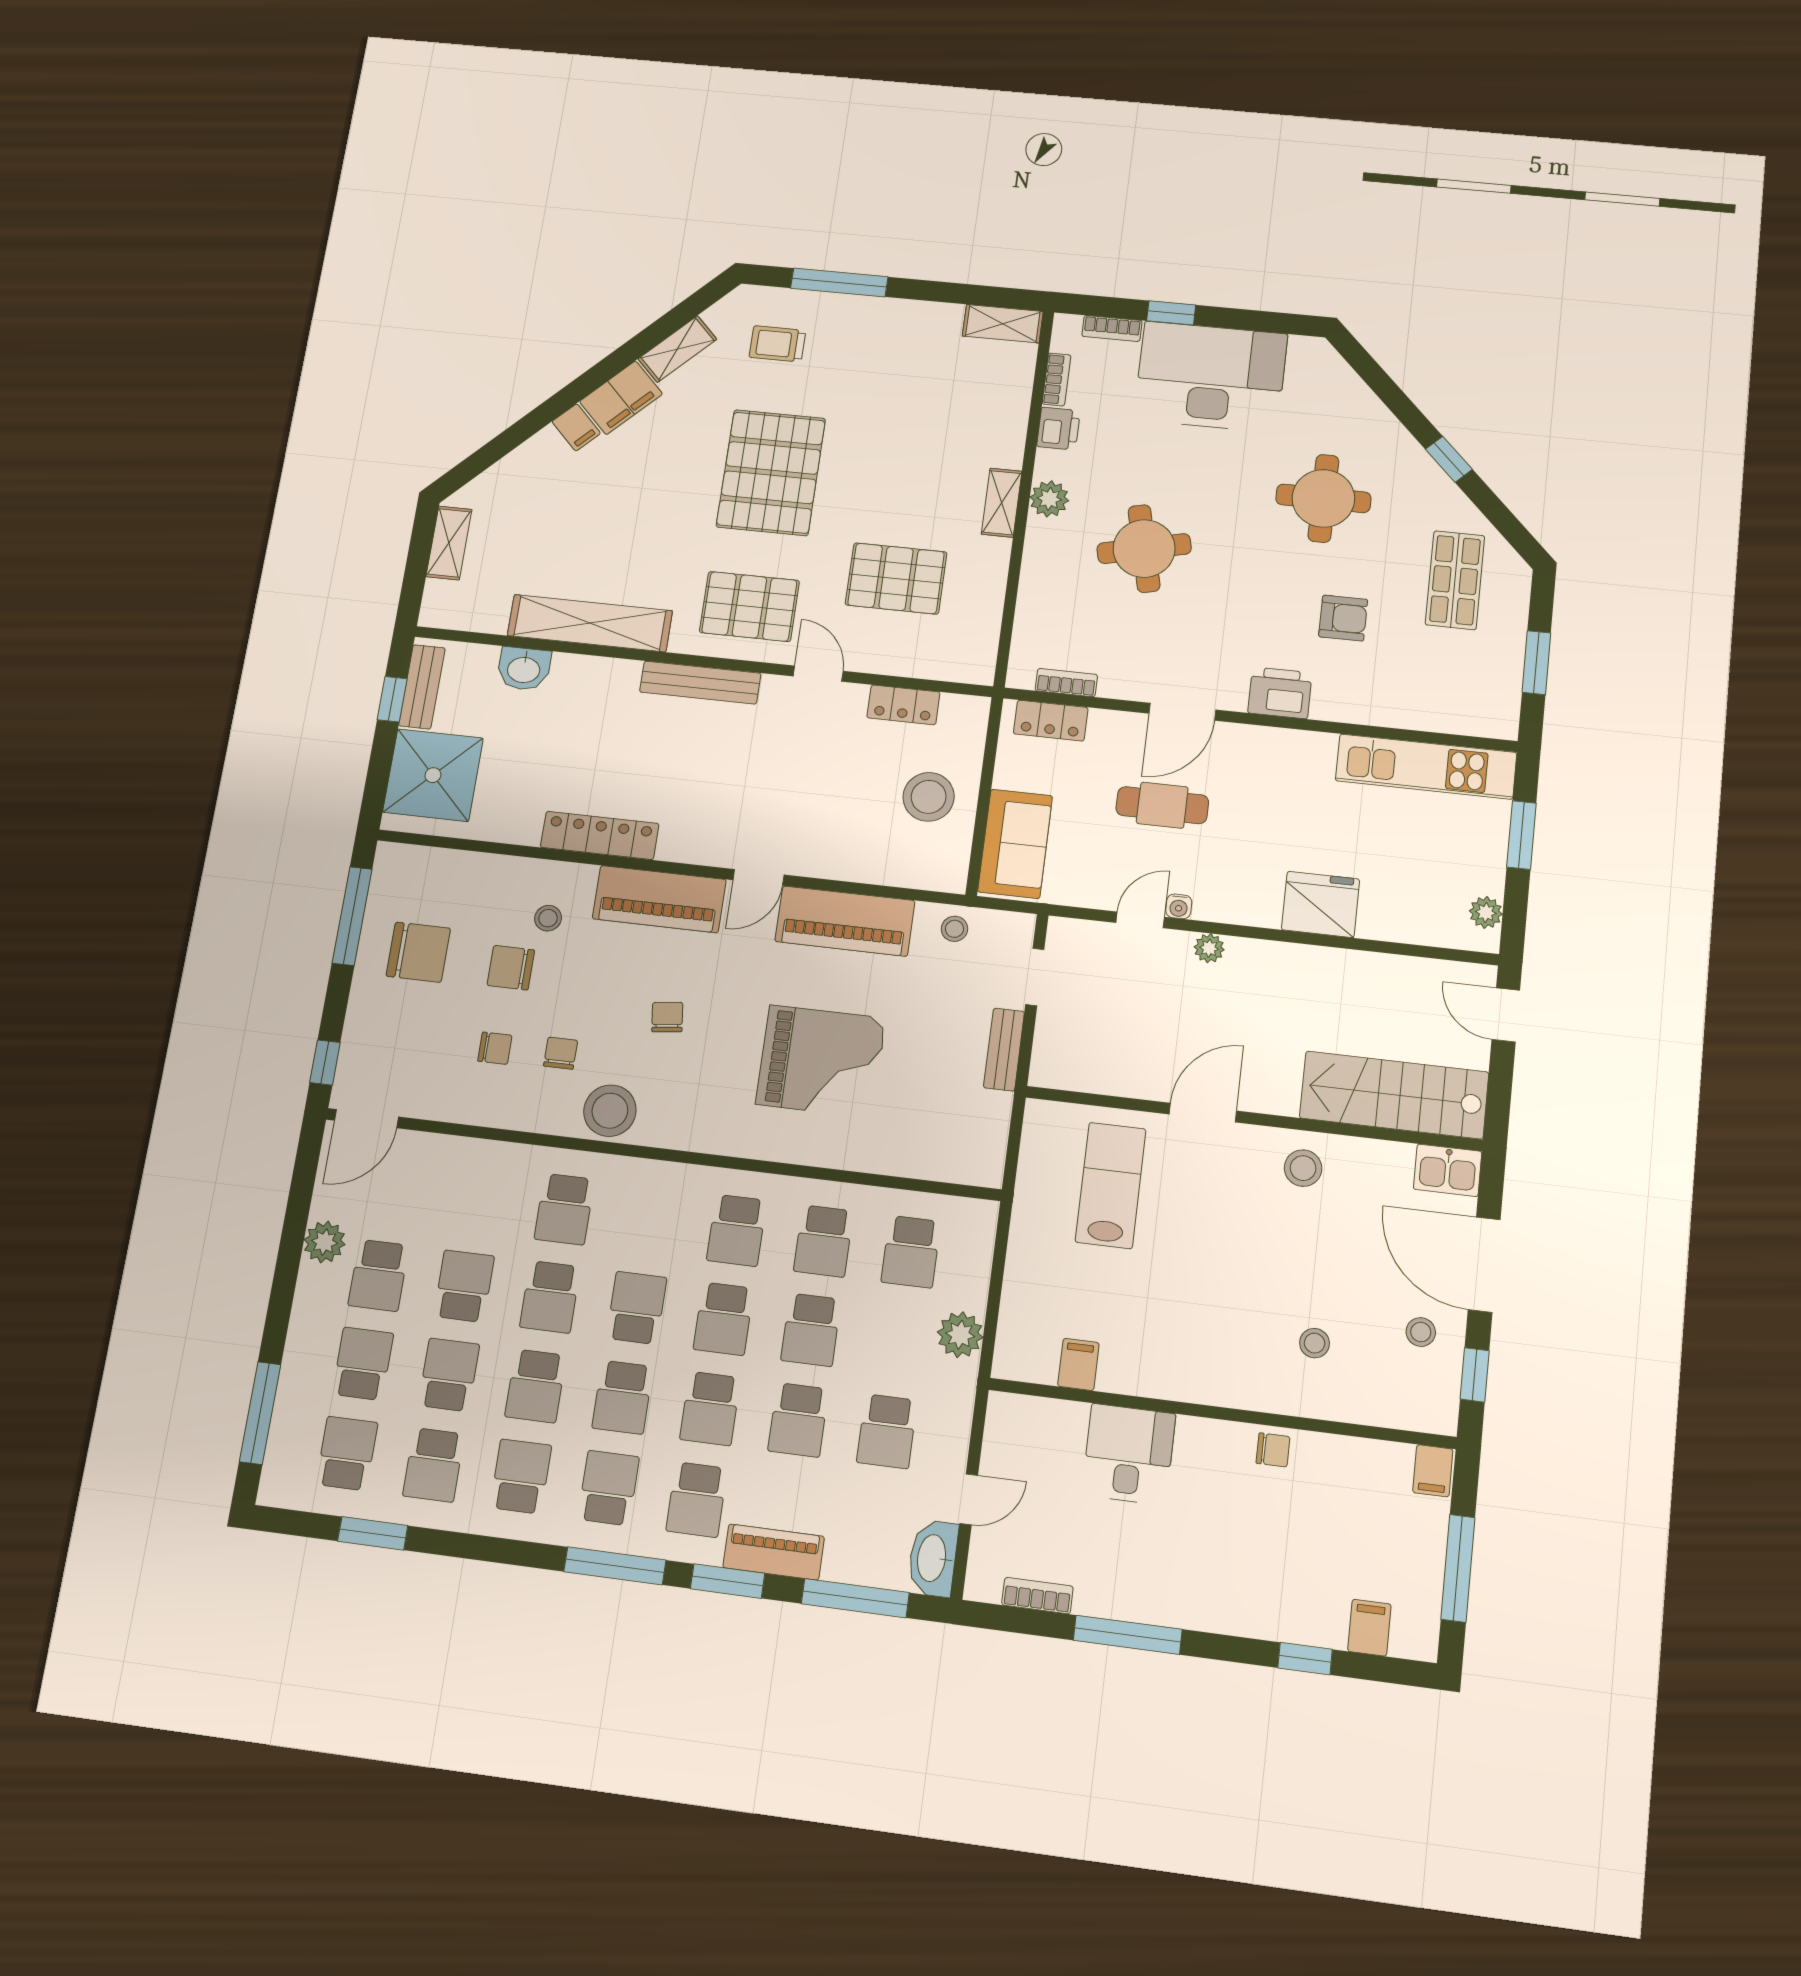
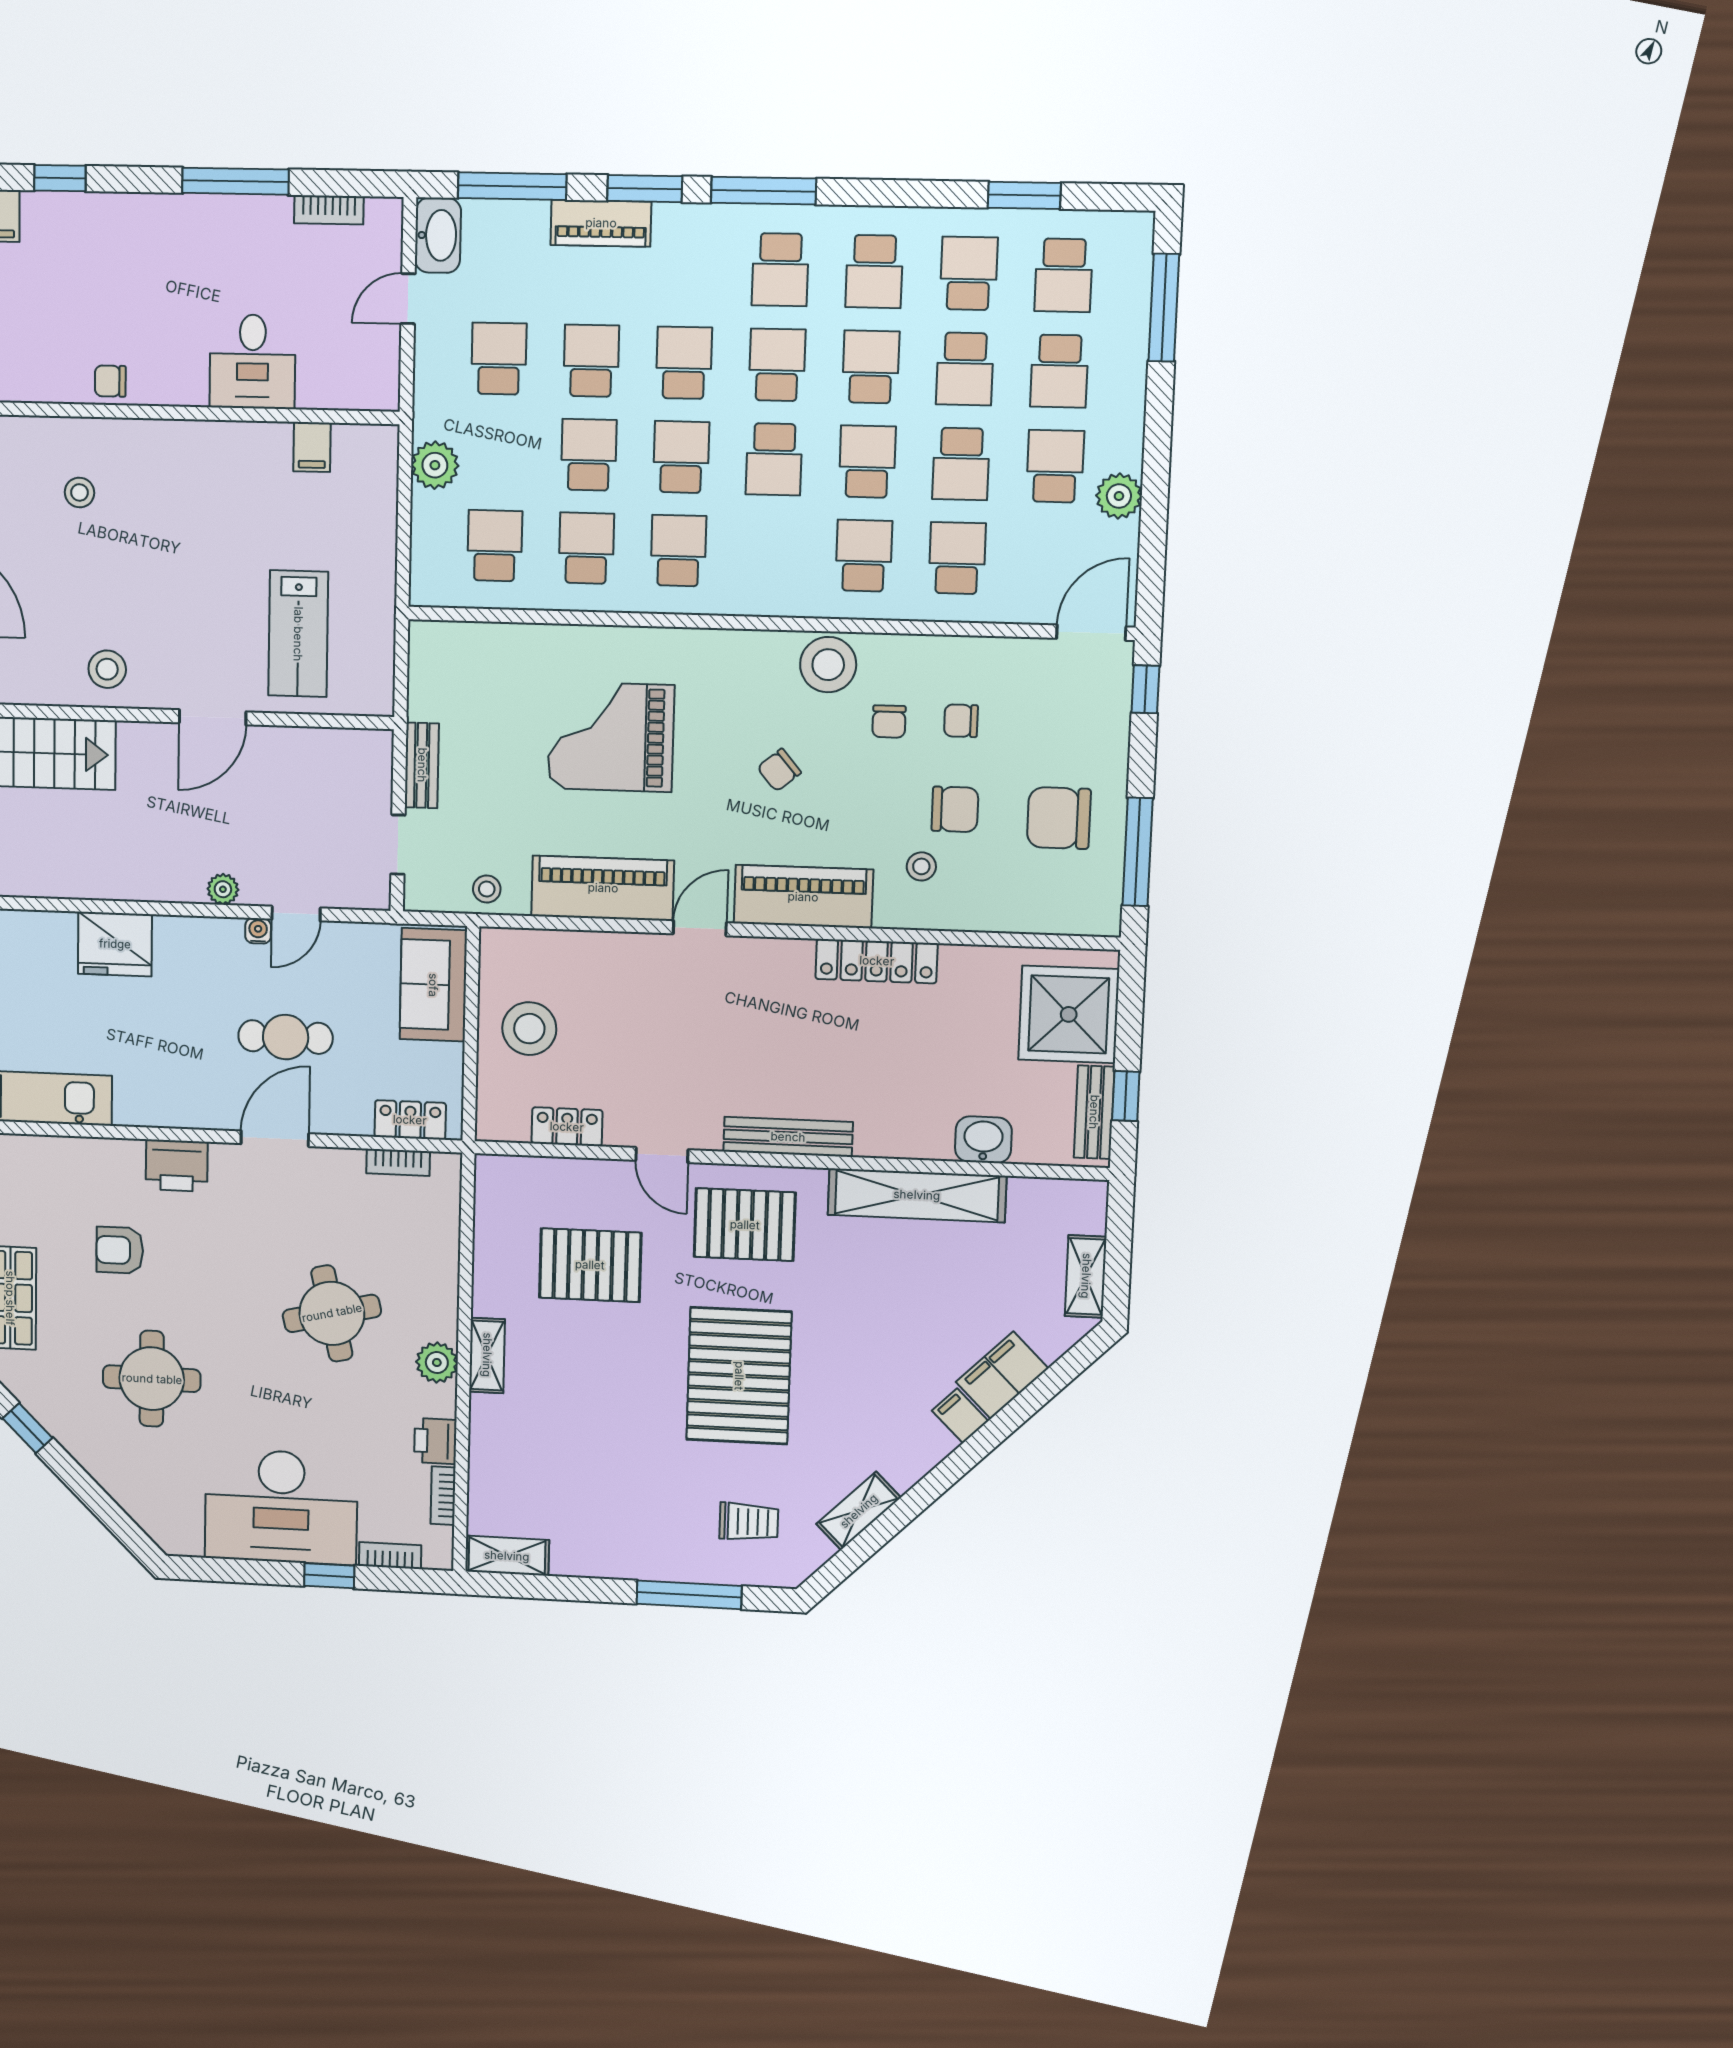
filing cabinet: (621, 398) -> (1002, 1375), moved
chair: (667, 1017) -> (779, 770), turned 57
school desk: (697, 1500) -> (957, 558), moved

